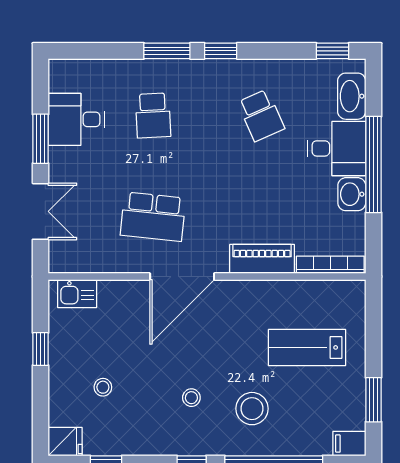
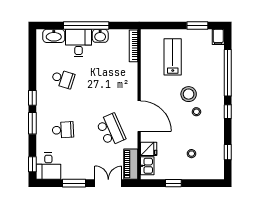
window: (332, 51) -> (32, 164), moved
school desk: (261, 115) -> (63, 79), turned 42
desk: (76, 119) -> (48, 166), moved
school desk: (153, 217) -> (111, 130), turned -30
piano: (262, 259) -> (131, 164), moved
lab bench: (307, 347) -> (173, 57), turned 180
stool: (252, 409) -> (189, 94), moved
fridge: (65, 442) -> (149, 149), moved, turned 90

